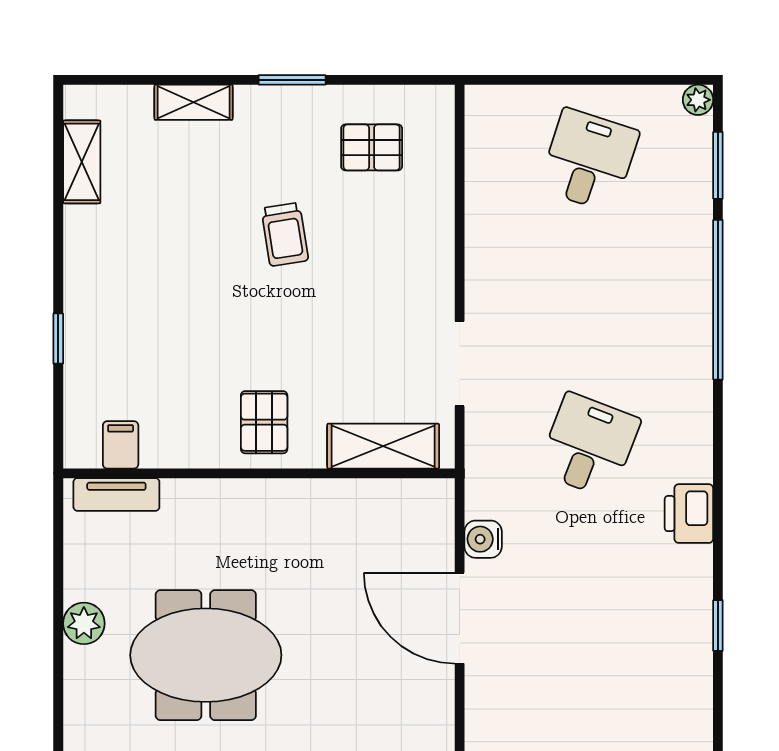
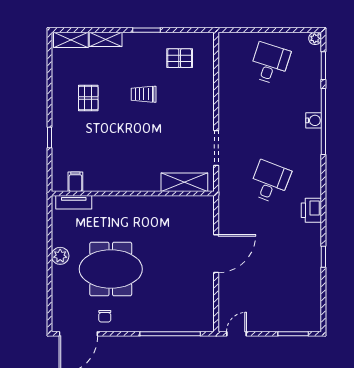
shelving: (82, 162) -> (71, 40), moved, turned 90
trolley: (285, 234) -> (144, 94), turned 99
pallet: (264, 422) -> (88, 98), moved
water cooler: (483, 539) -> (314, 120), moved, turned 180
door: (460, 618) -> (216, 254), swing flipped

